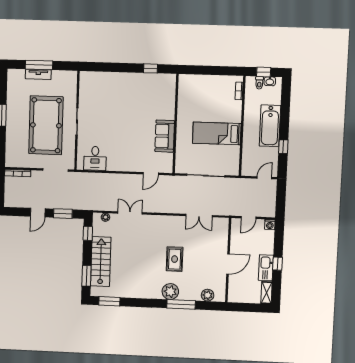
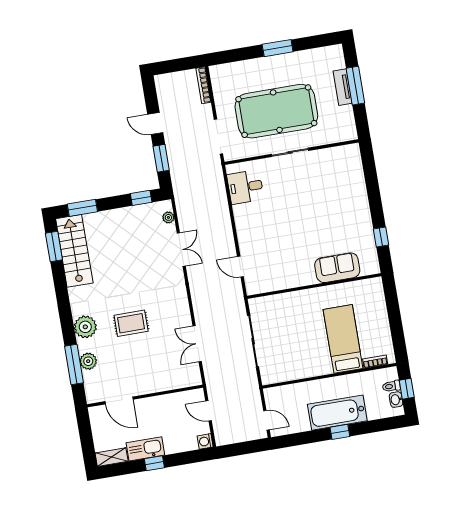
bed: (217, 133) -> (343, 339), moved
sofa: (165, 136) -> (337, 268), moved
window: (283, 147) -> (340, 432), moved
stairs: (101, 262) -> (74, 251), moved, turned -90
door: (228, 264) -> (119, 400), moved
plant: (208, 295) -> (88, 361), moved
window: (181, 304) -> (74, 365), moved

